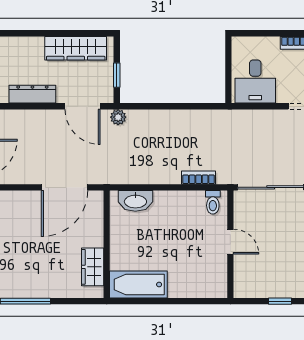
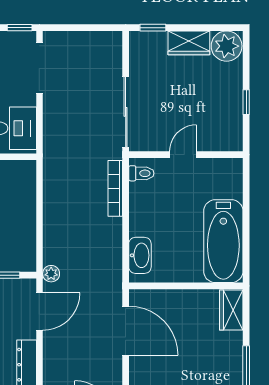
bookcase: (199, 178) -> (115, 188), width x1.56
wardrobe: (93, 267) -> (231, 310), moved, turned 90
bathtub: (138, 284) -> (223, 241), width x1.36, depth x1.36

